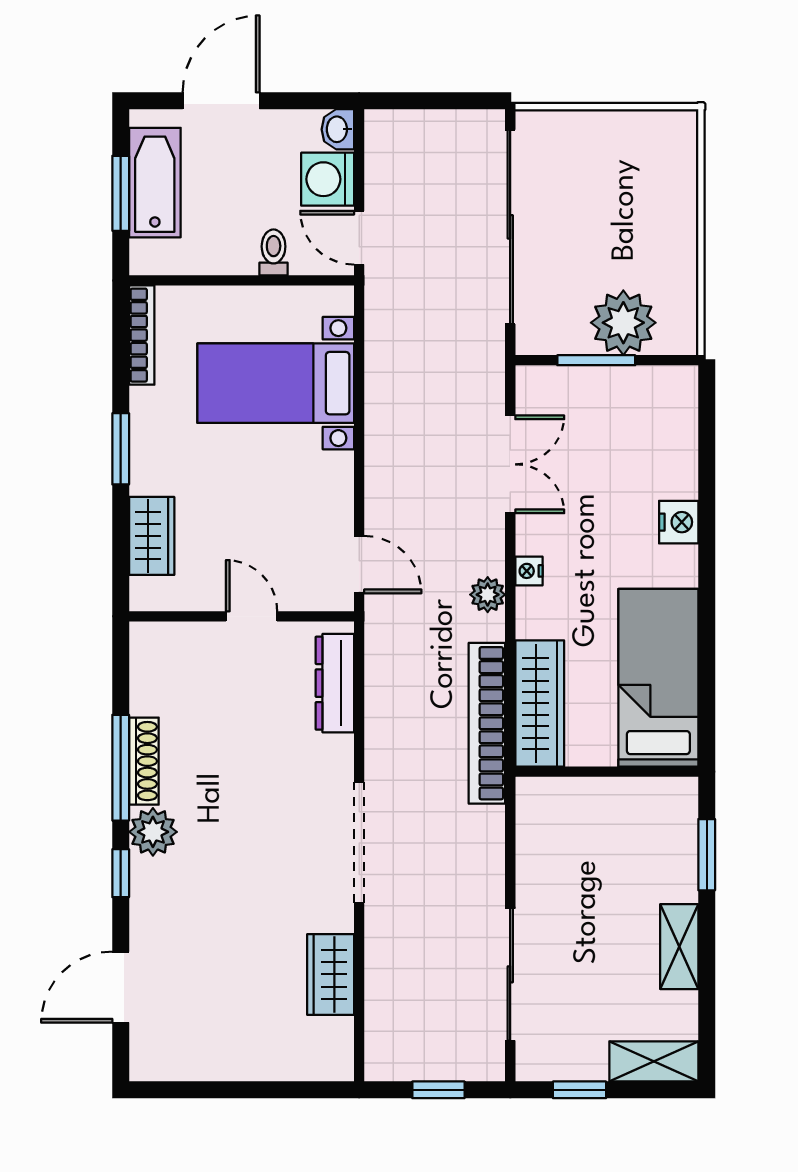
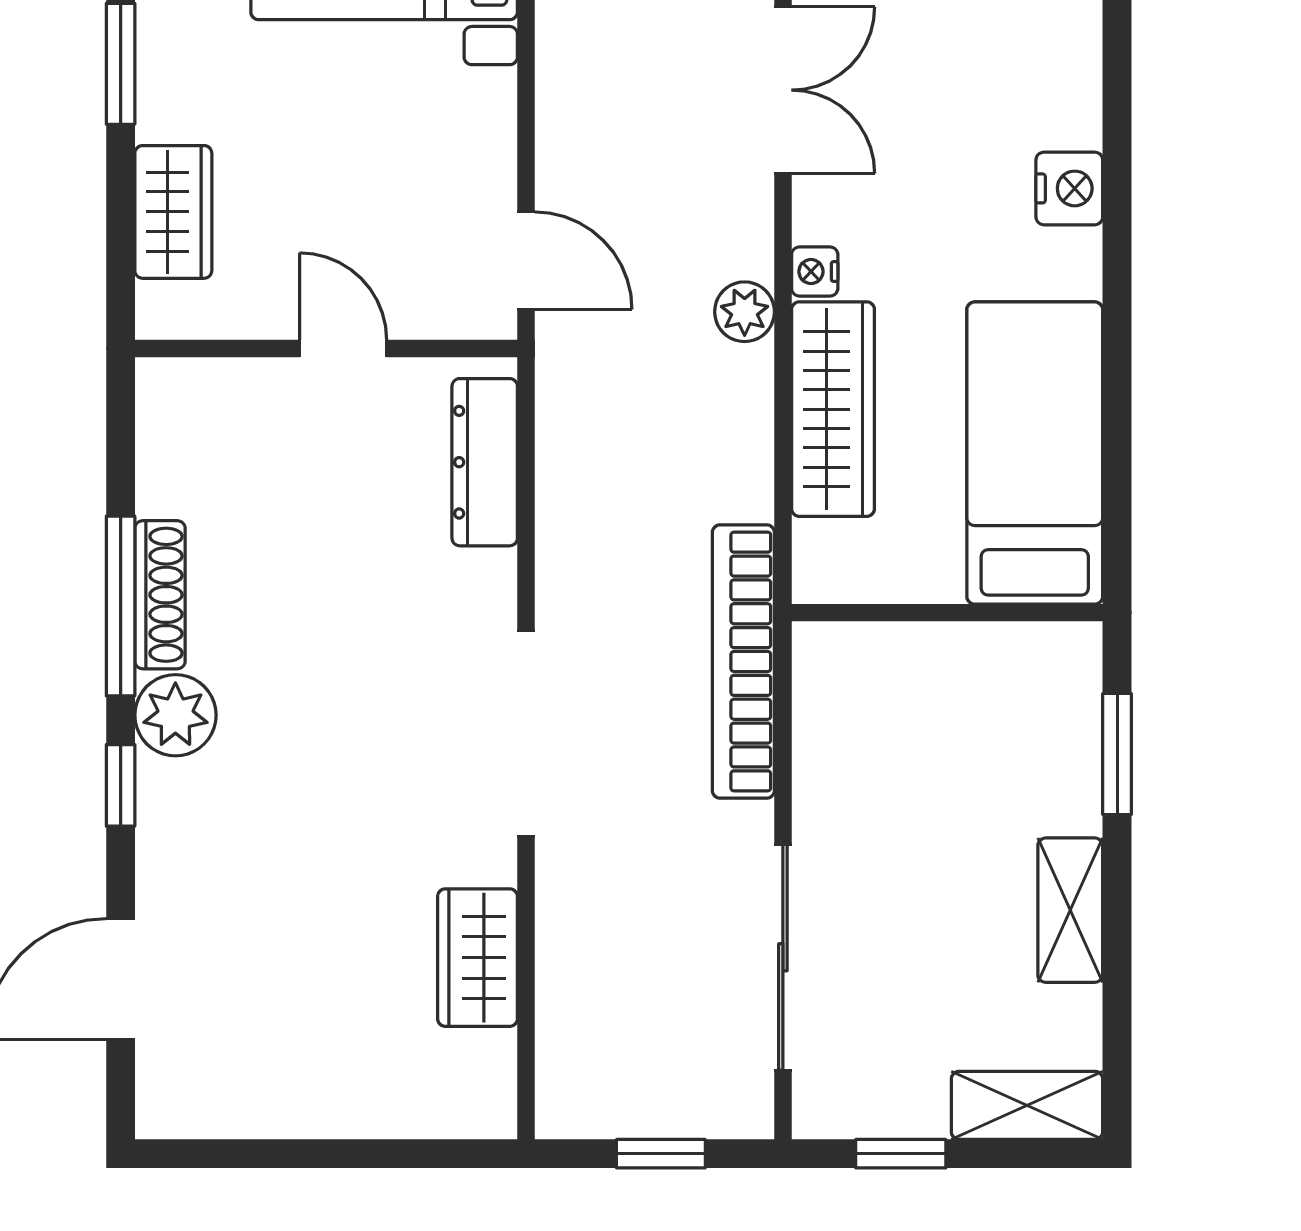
wardrobe: (540, 703) -> (833, 409), moved
bookcase: (487, 723) -> (743, 661), moved

